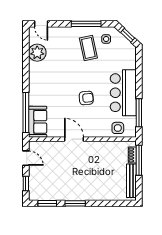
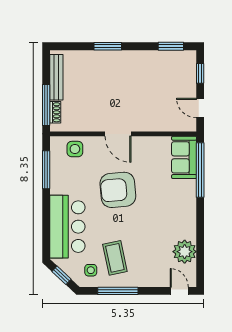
bar counter: (123, 93) -> (67, 227), moved
armchair: (86, 98) -> (118, 190), width x1.88, depth x1.88
door: (74, 139) -> (118, 134), moved
window: (75, 203) -> (108, 46), moved

